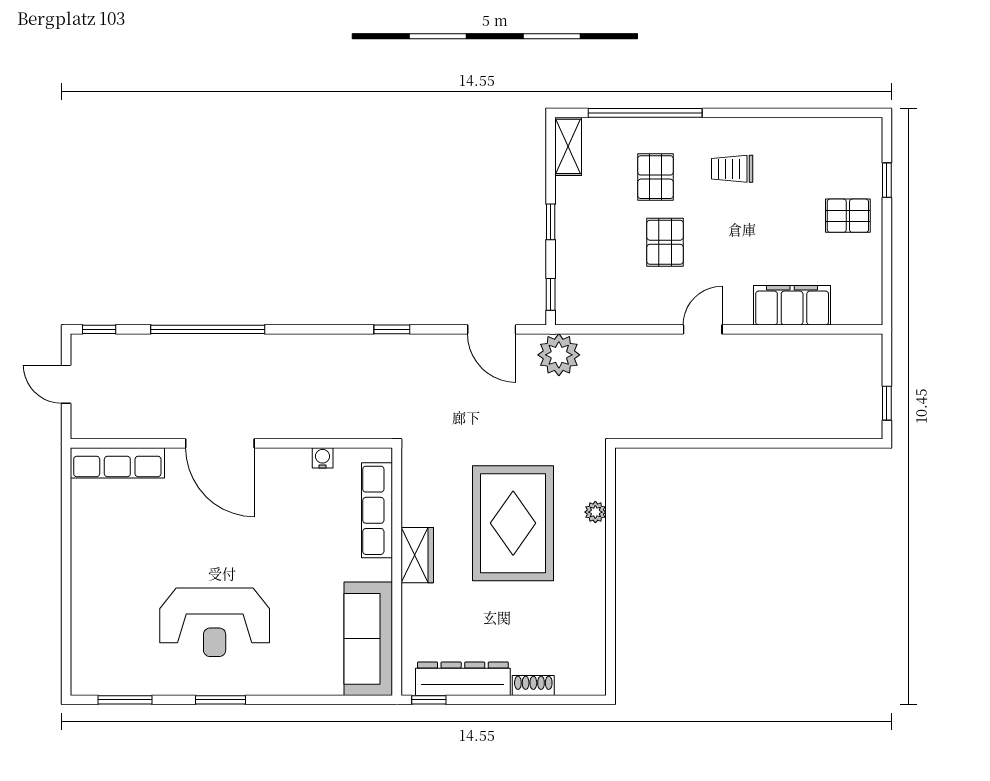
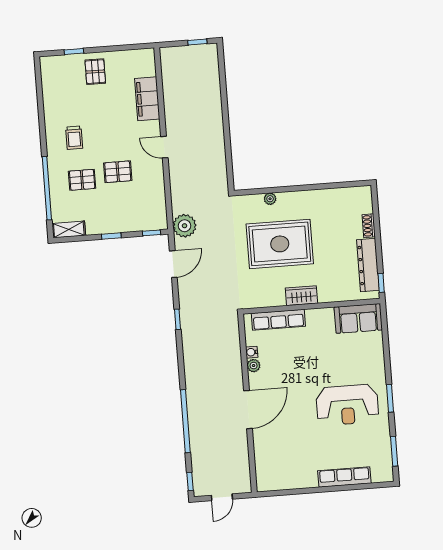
plant: (298, 459) -> (254, 366), added
row of seats: (117, 463) -> (344, 477), moved, turned -90
reception desk: (215, 622) -> (347, 405), turned 90
sofa: (368, 639) -> (358, 318), width x0.73

